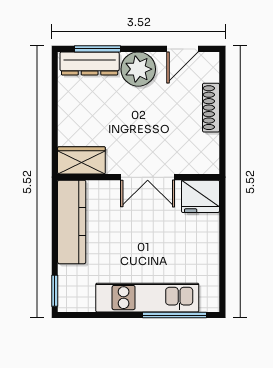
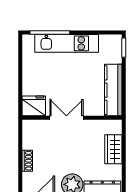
shoe rack: (211, 108) -> (27, 161), width x0.70
wardrobe: (81, 160) -> (113, 149), moved, turned 90

